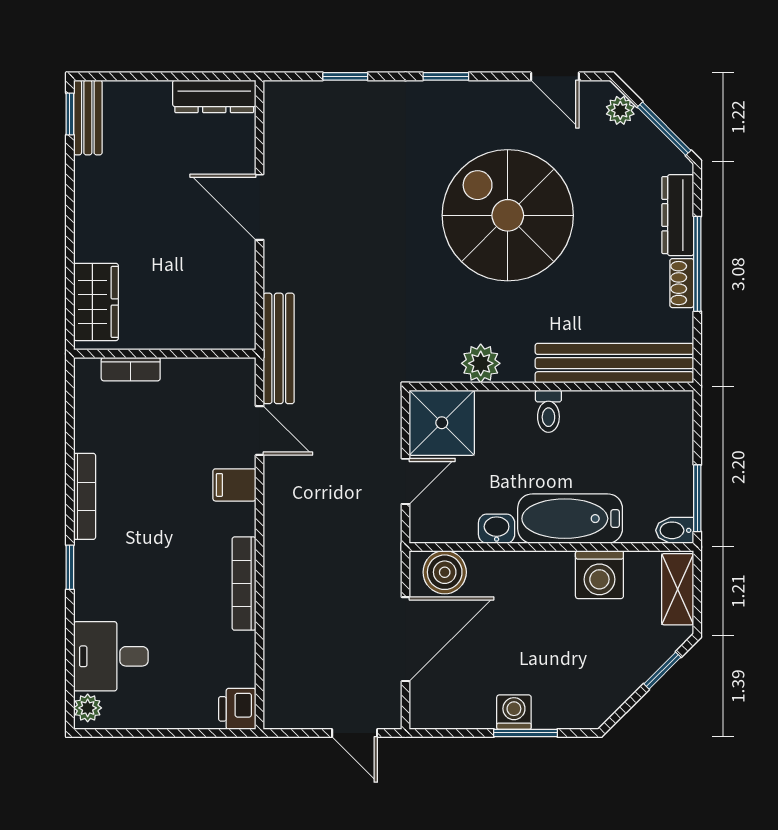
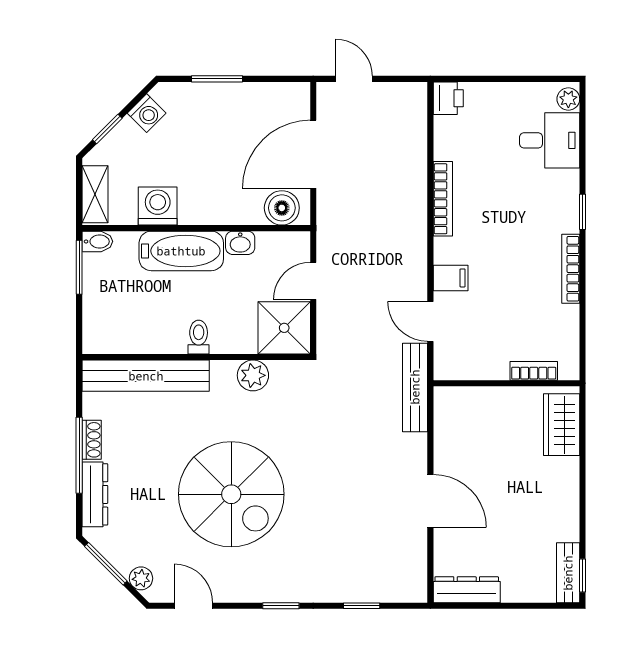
washing machine: (514, 712) -> (147, 113), moved, turned -45

